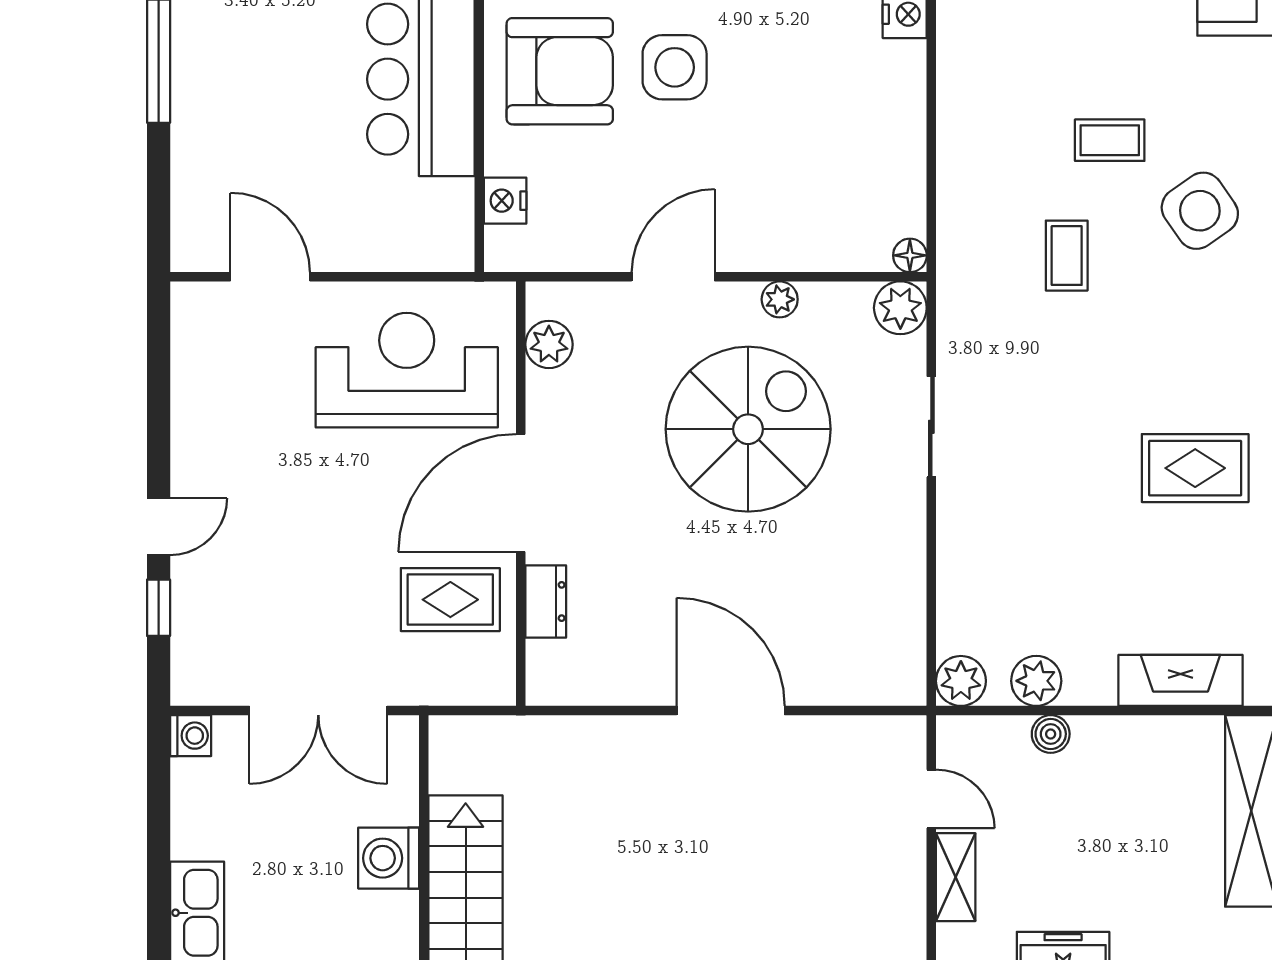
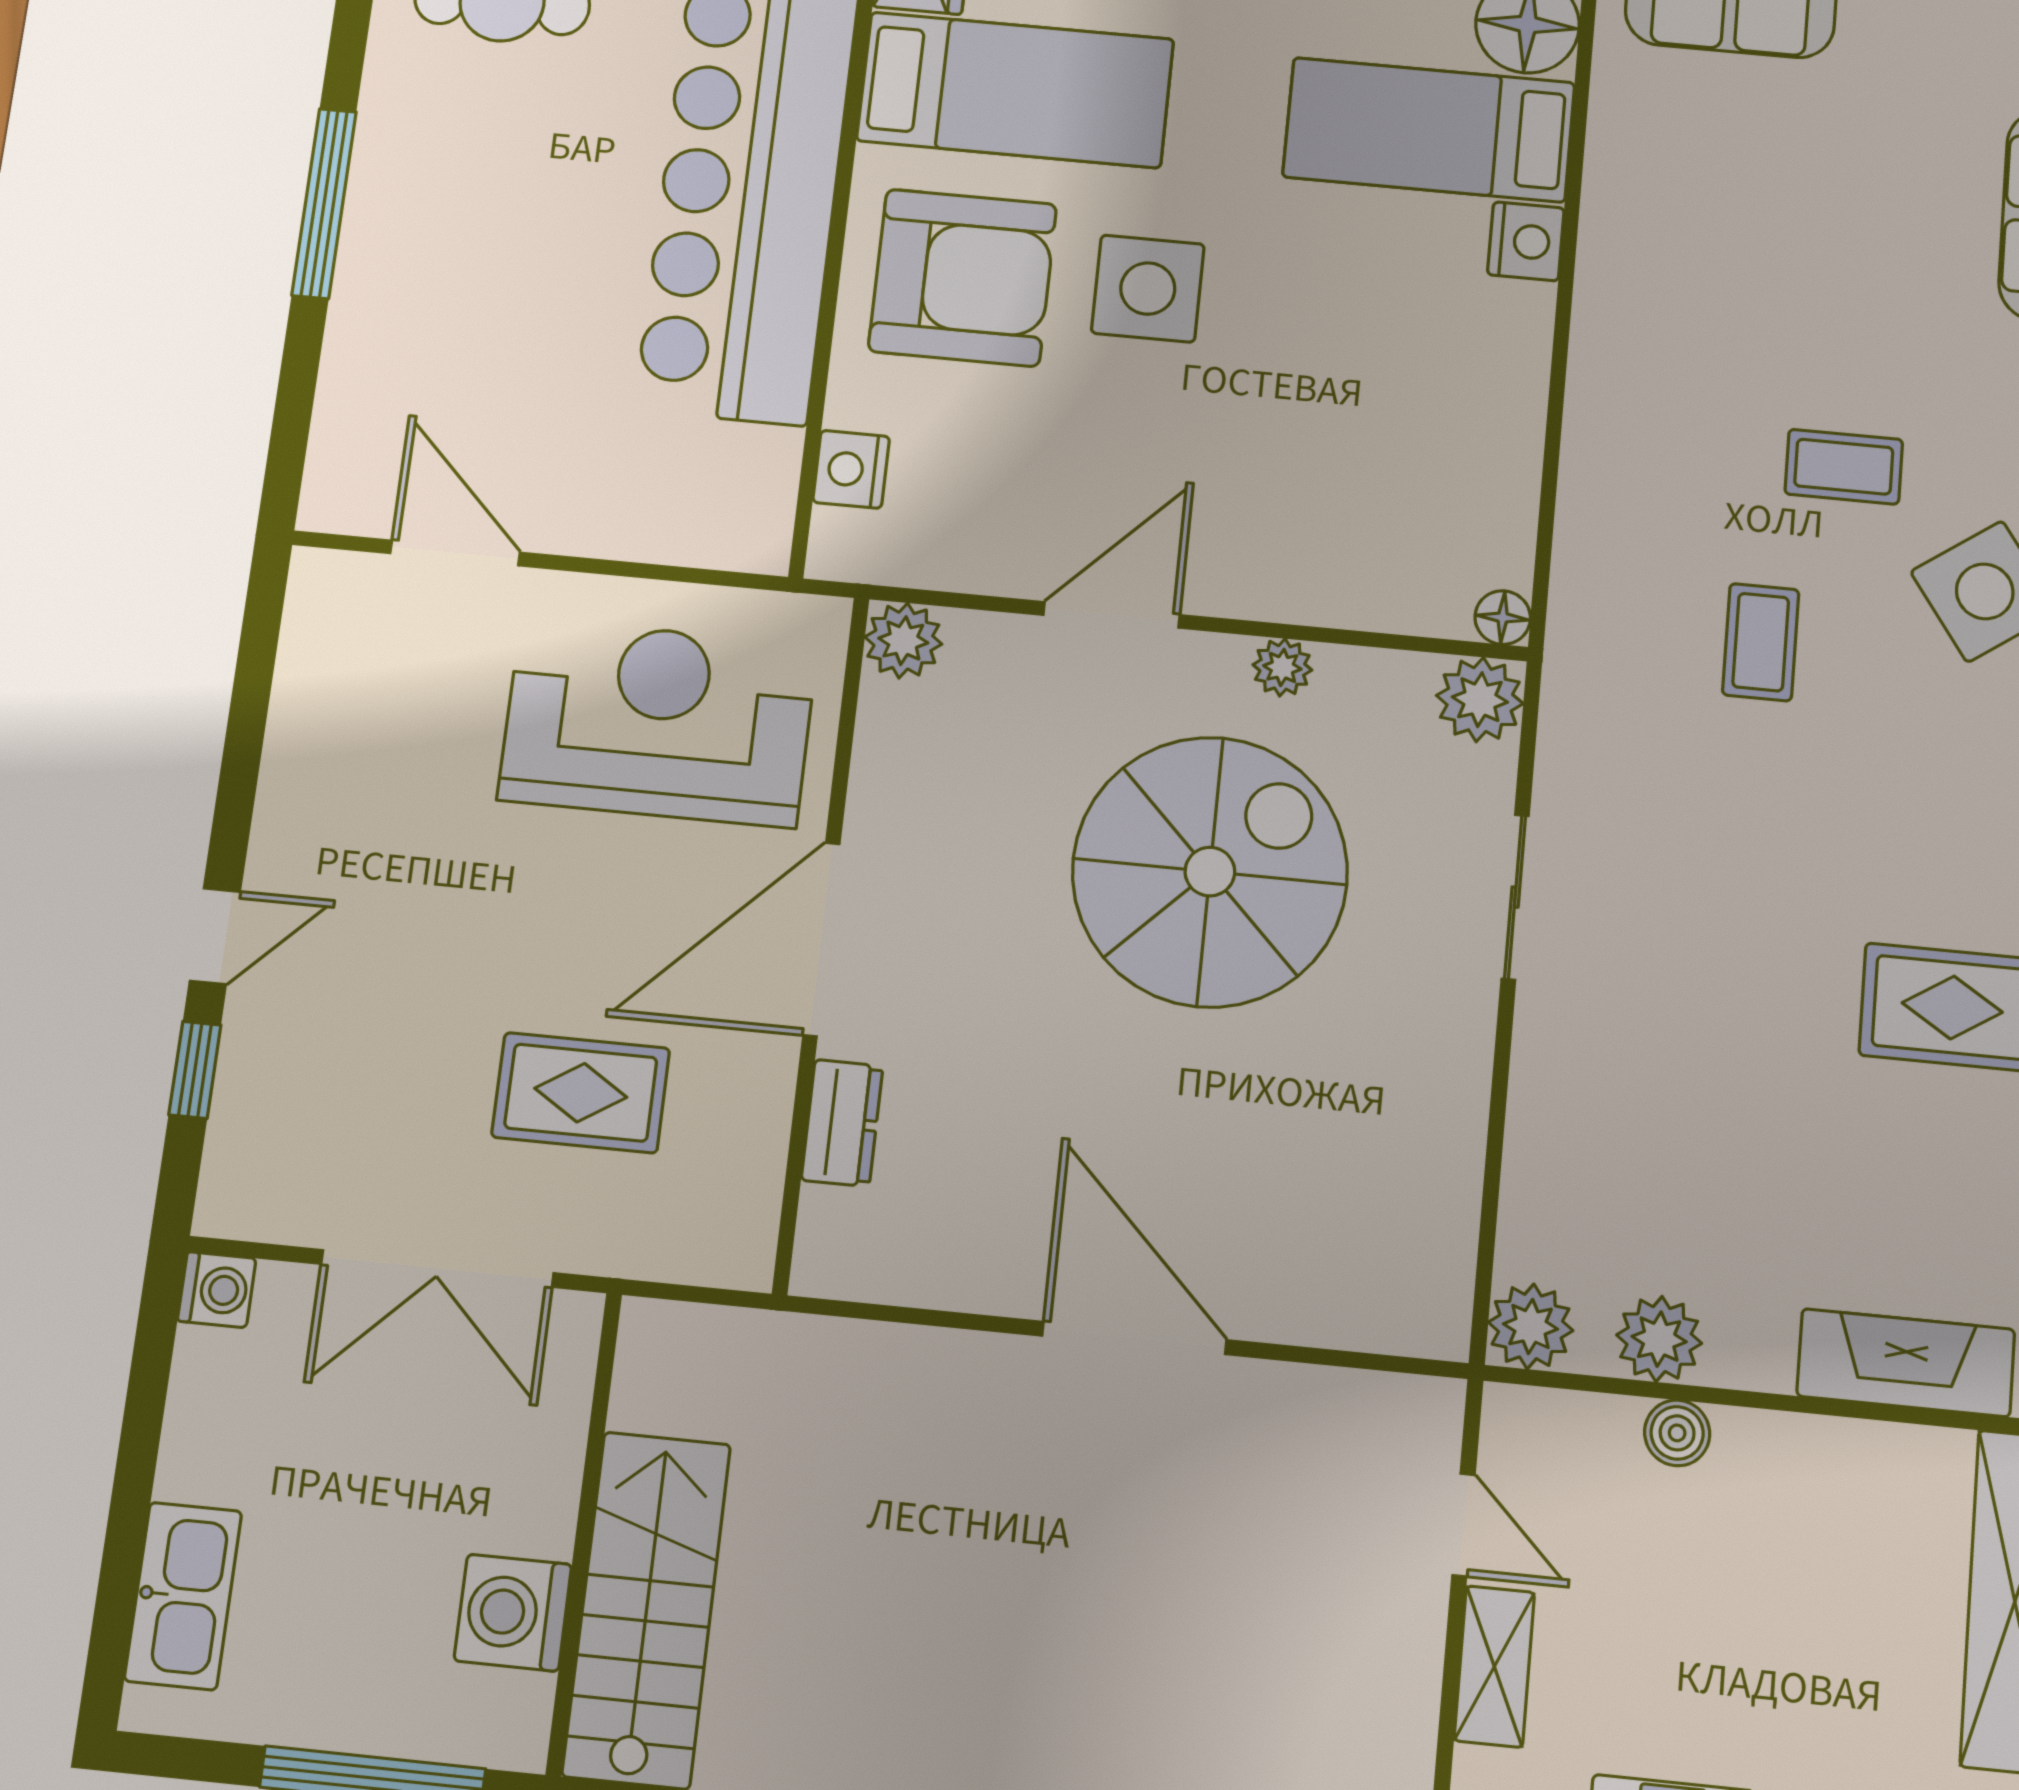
plant: (549, 344) -> (903, 641), moved
rug: (450, 600) -> (581, 1093), moved
washing machine: (389, 858) -> (513, 1613), moved

